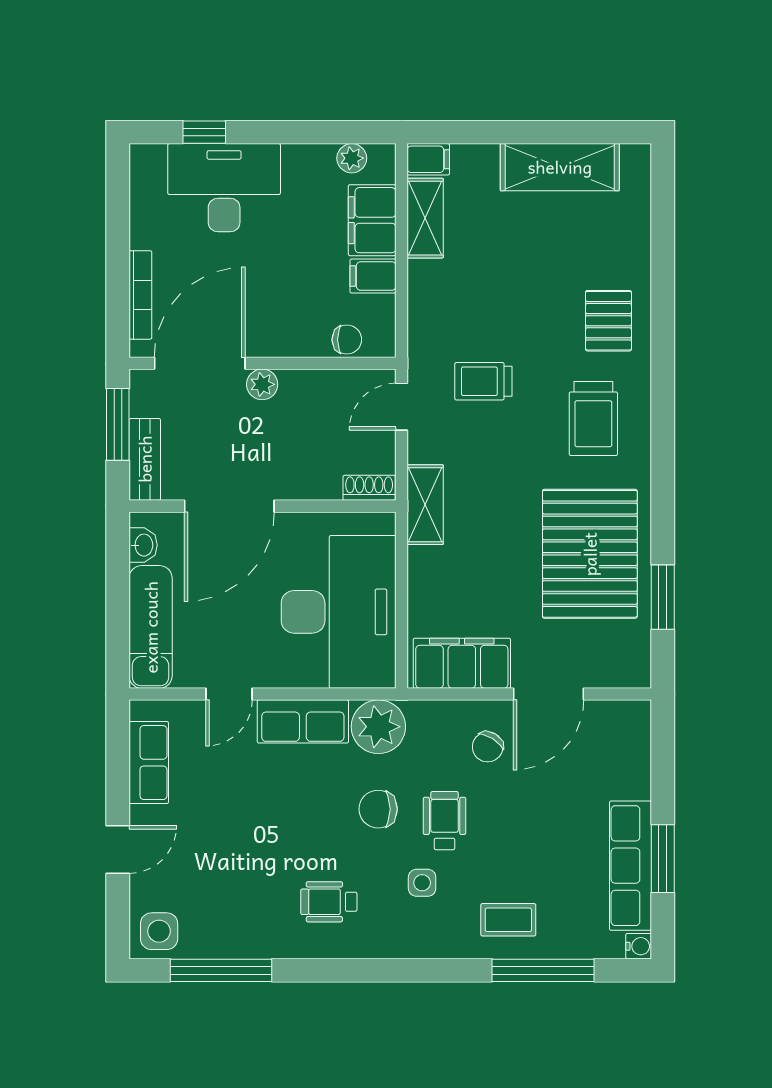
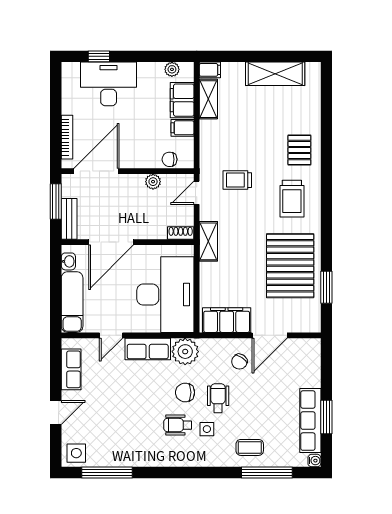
chair: (347, 340) -> (170, 159), turned 180
plant: (262, 384) -> (153, 182), moved
wheelchair: (329, 902) -> (178, 425), moved

